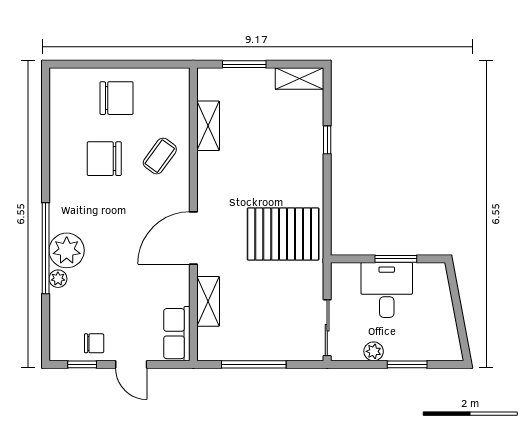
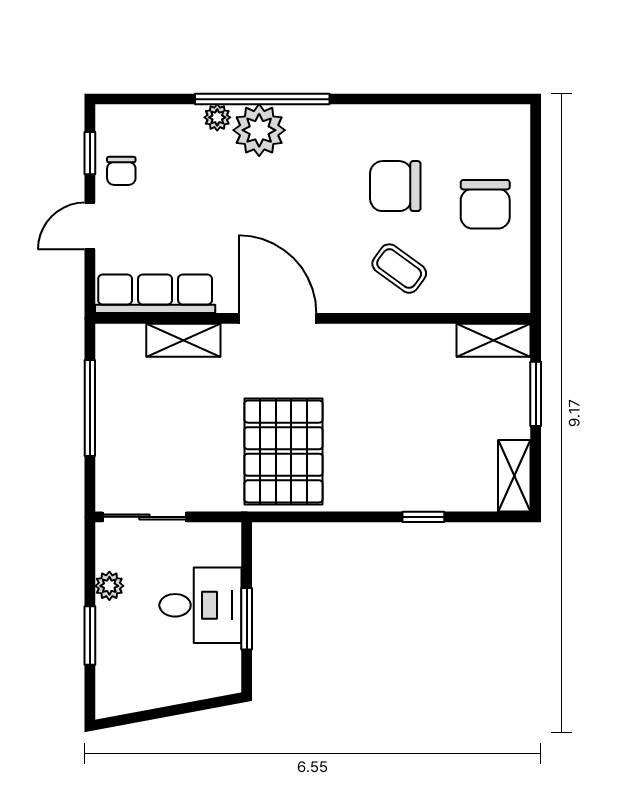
shelving: (208, 126) -> (493, 340), moved
chair: (104, 159) -> (395, 186), turned -90
row of seats: (177, 334) -> (155, 294), width x1.48

